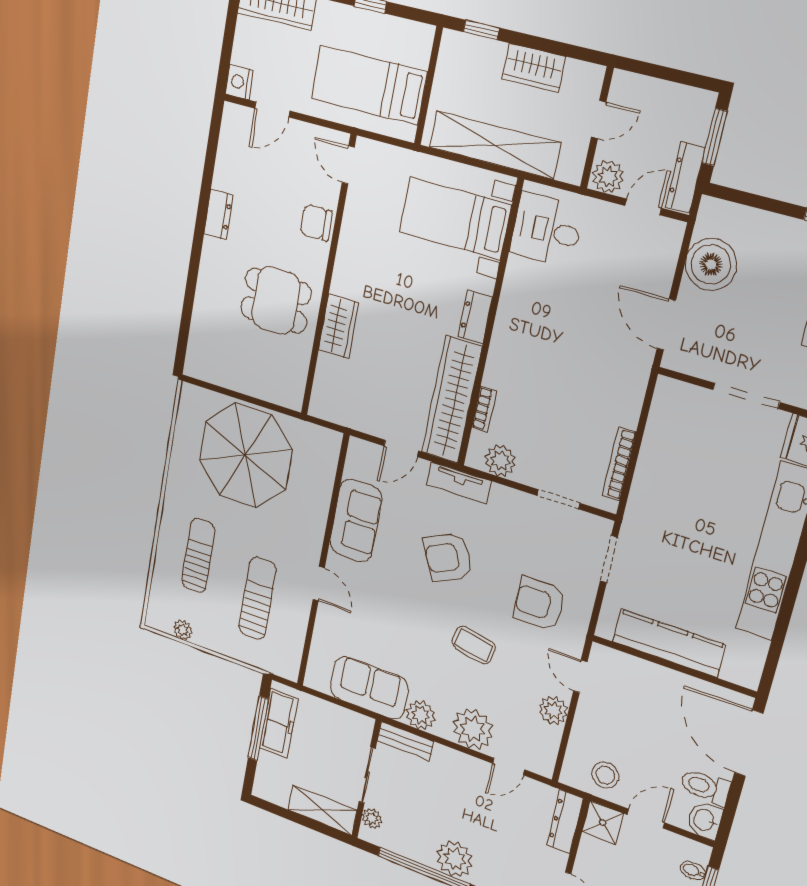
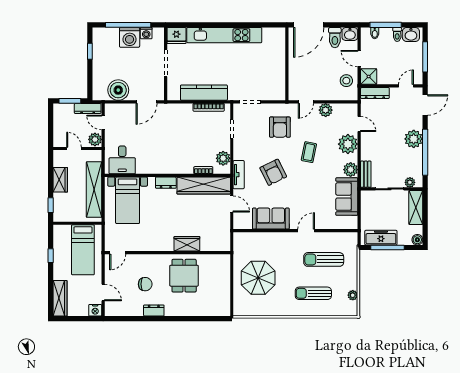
chair: (316, 222) -> (145, 284), moved, turned -90
parasol: (245, 455) -> (258, 278), width x0.73, depth x0.73
kitchen counter: (669, 643) -> (204, 93), moved, turned 90
boiler: (262, 789) -> (417, 240), added

